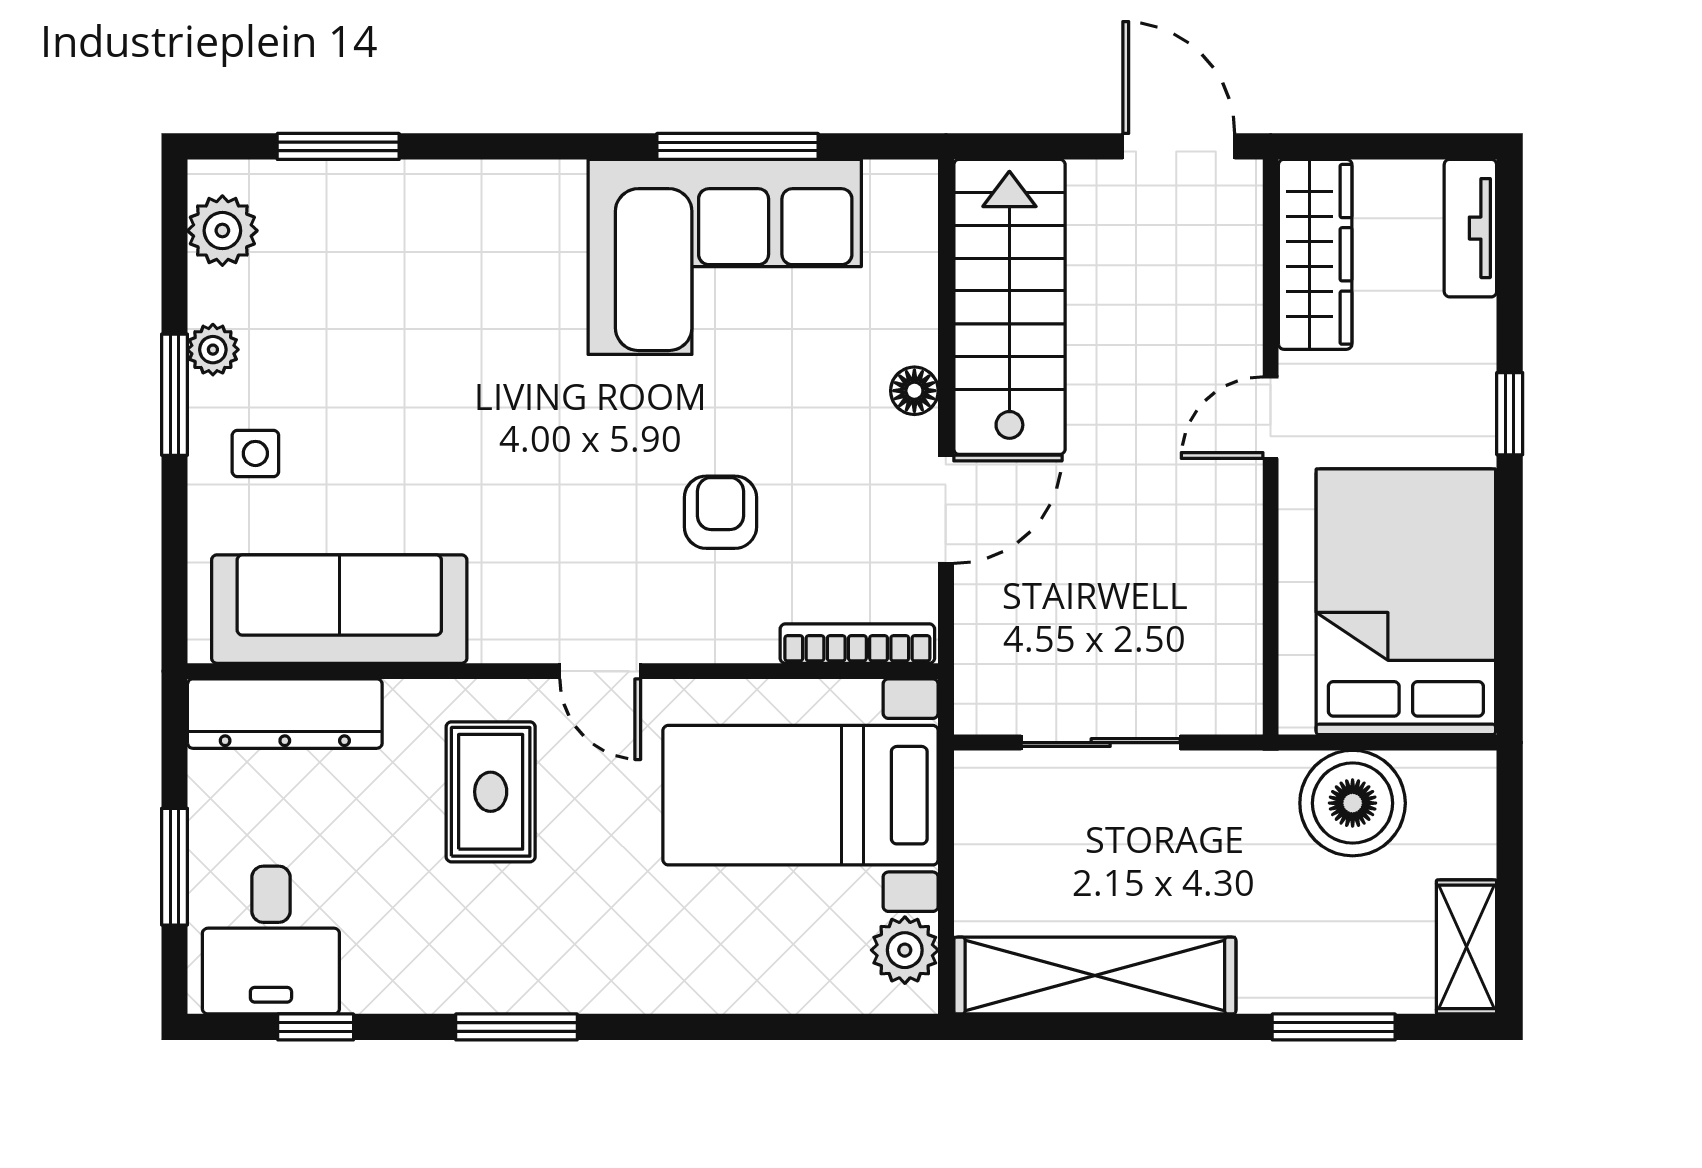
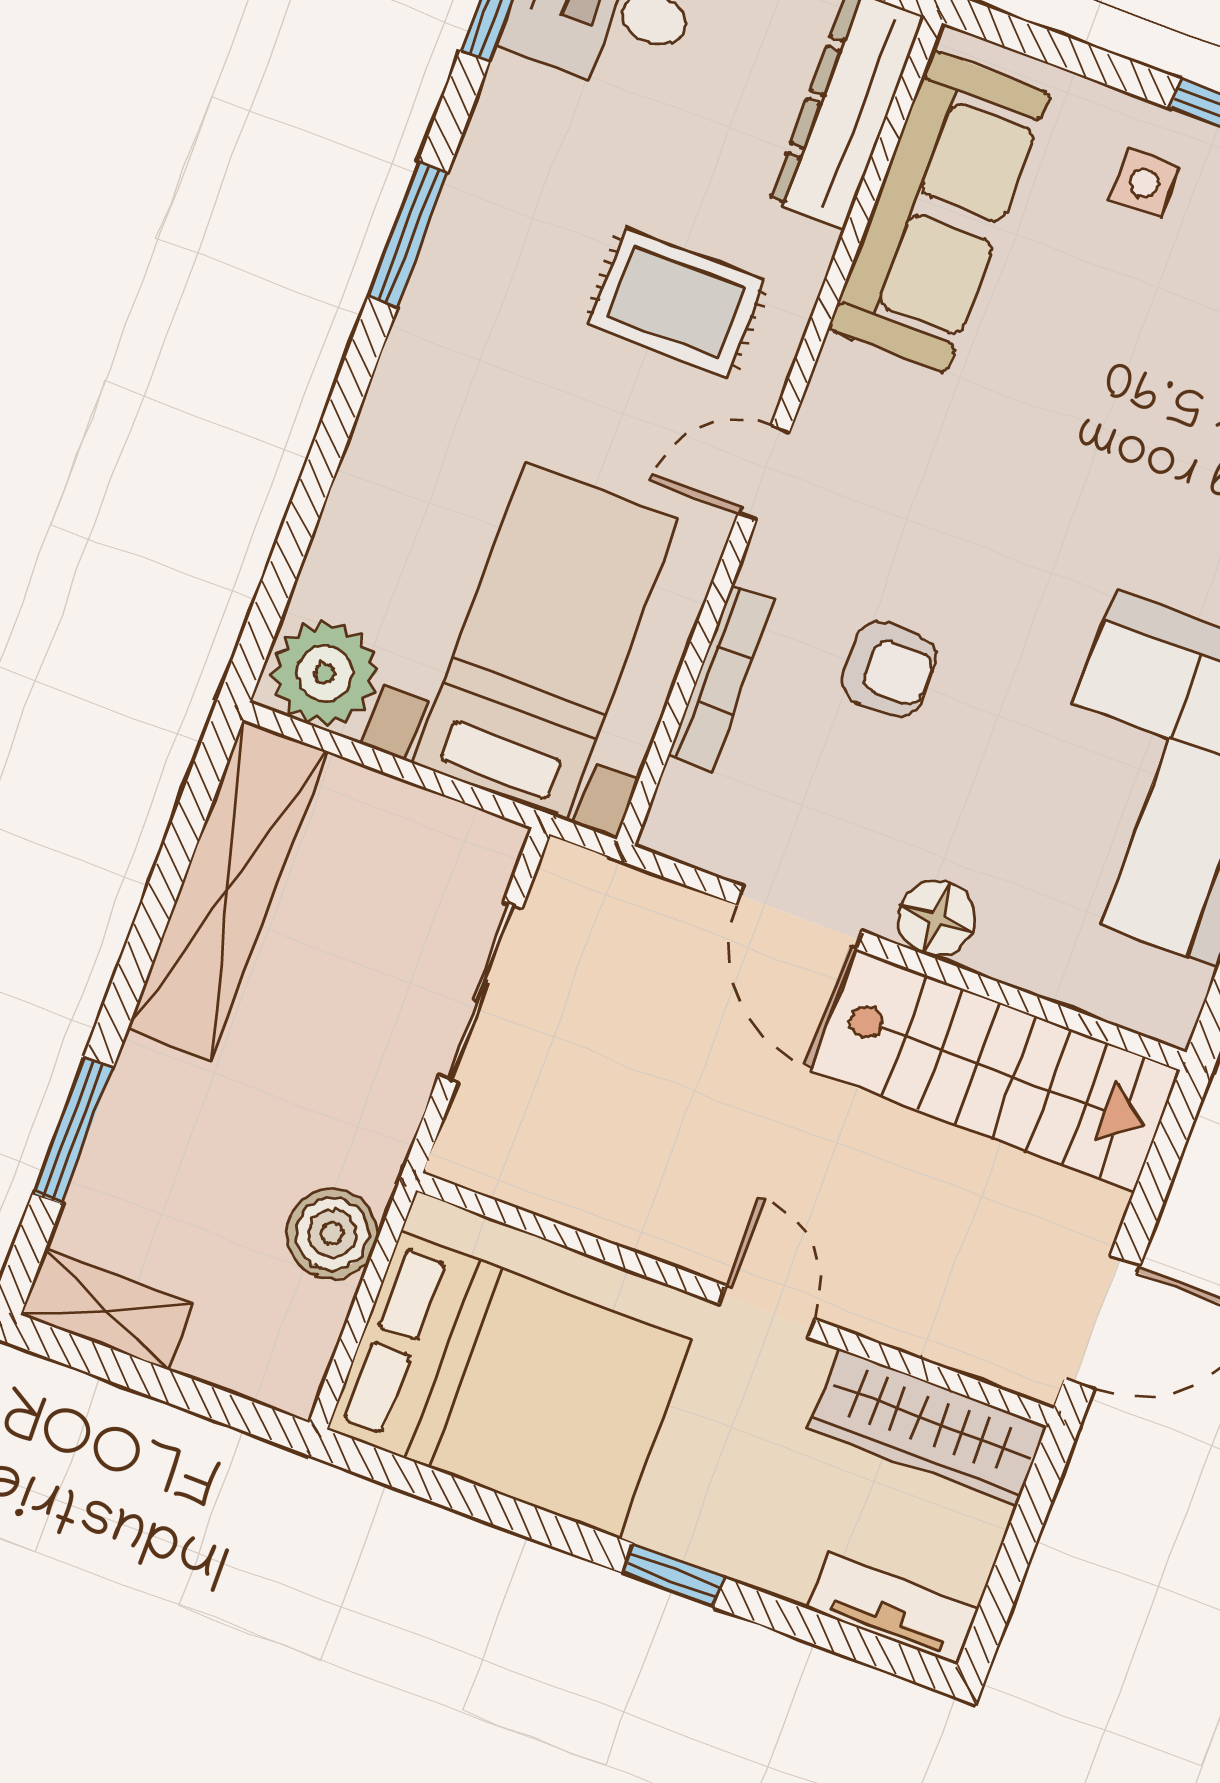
floor lamp: (914, 391) -> (937, 918), width x1.37, depth x1.37
bookcase: (857, 644) -> (721, 678), moved
boiler: (1353, 803) -> (332, 1234), width x0.73, depth x0.73
plant: (905, 950) -> (325, 673), width x1.36, depth x1.36

